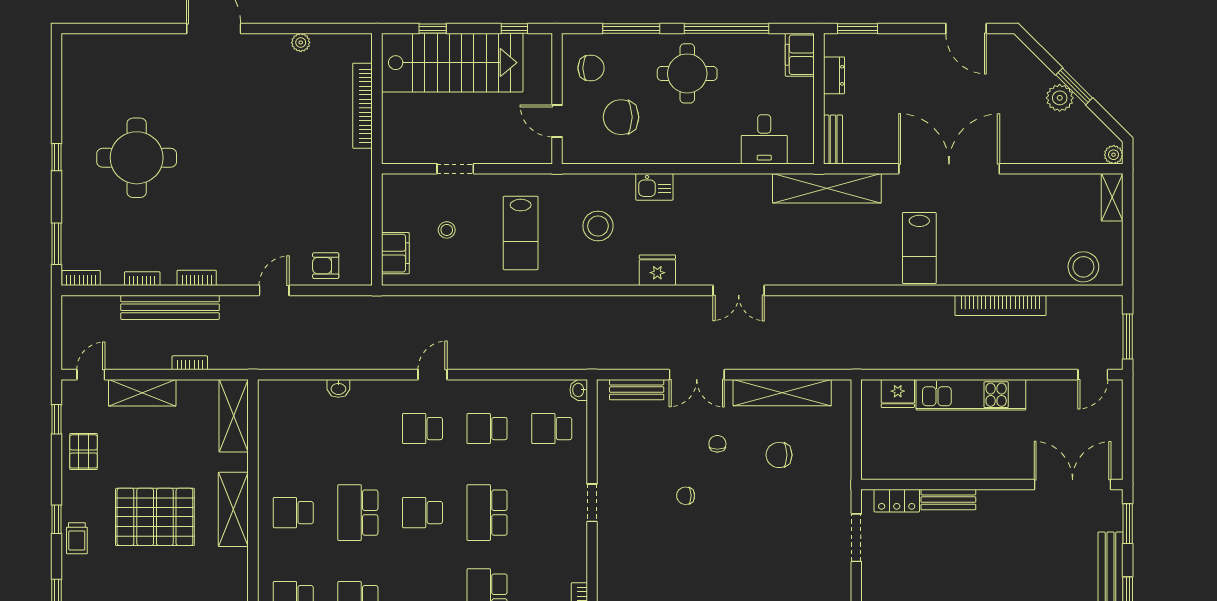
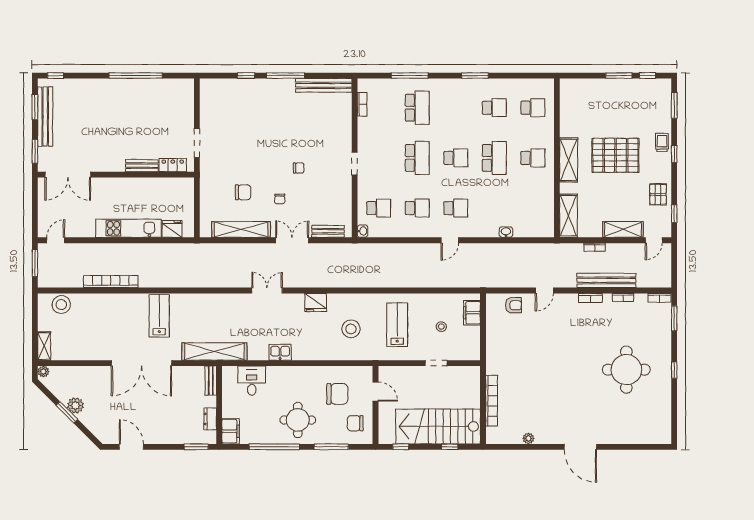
kitchen sink: (654, 187) -> (280, 352), moved

